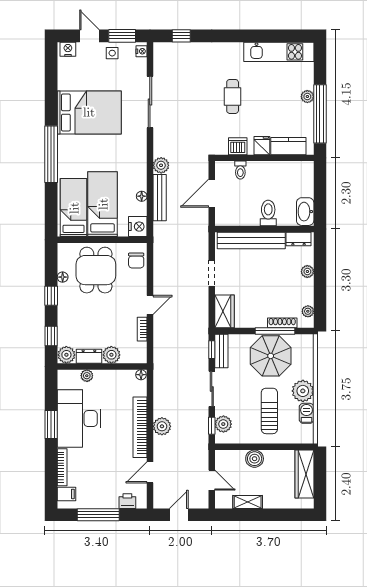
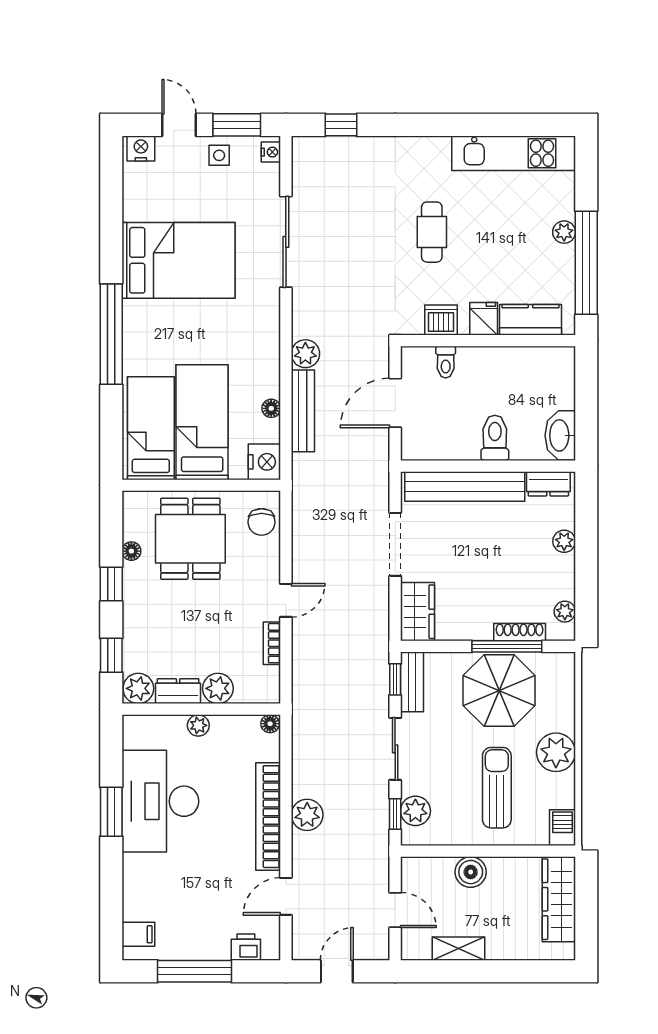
doorway: (212, 273) -> (395, 544), width x1.38
plant: (87, 376) -> (198, 725), moved
barbecue: (307, 413) -> (563, 828), moved
bookcase: (62, 467) -> (130, 887), removed

